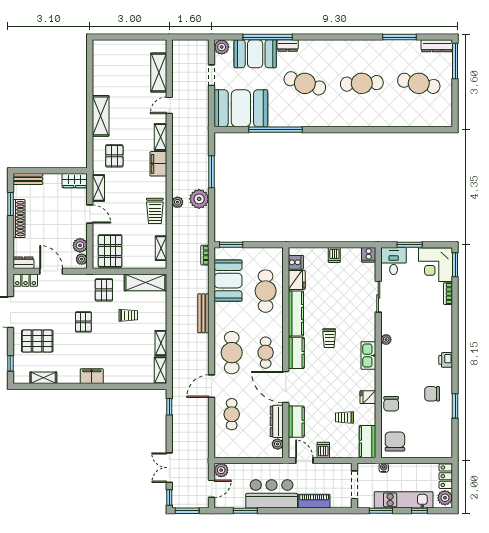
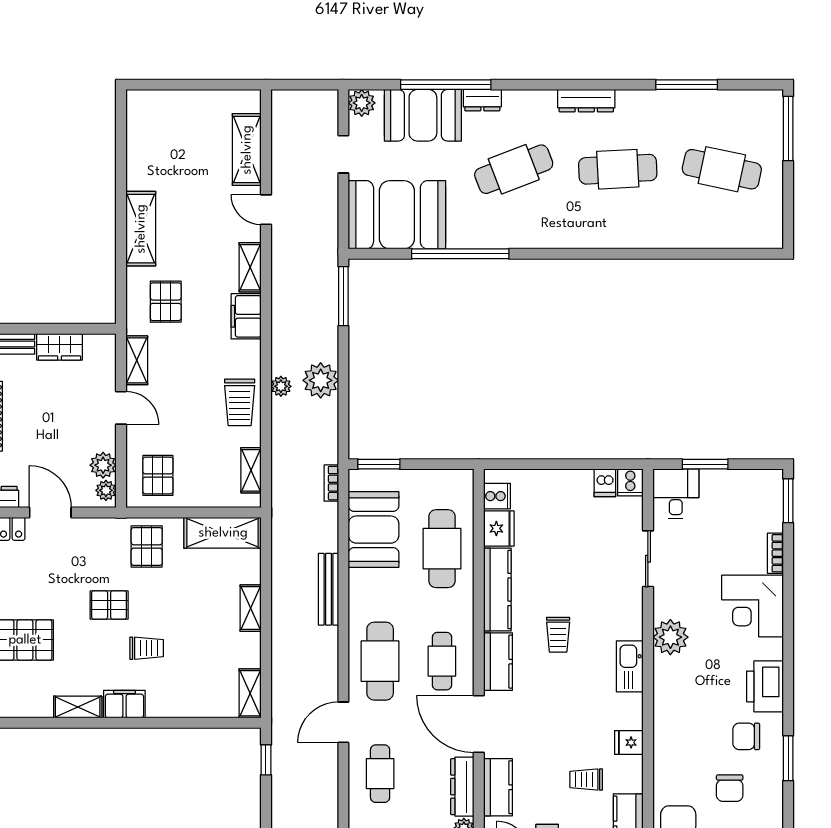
dresser: (437, 46) -> (586, 101), moved
cafe table: (305, 83) -> (514, 169), turned -39
door: (169, 105) -> (266, 210), hinge flipped
window: (212, 172) -> (343, 296), moved
wardrobe: (75, 181) -> (59, 347), moved
pallet: (110, 251) -> (158, 475), width x0.67, depth x0.71
dishwasher: (334, 255) -> (605, 483), moved
corner desk: (436, 265) -> (752, 606), moved
trolley: (128, 315) -> (147, 648), moved
pallet: (83, 322) -> (109, 605), turned 90
plant: (386, 340) -> (670, 637), width x1.87, depth x1.87
shelving: (161, 343) -> (251, 608), moved
printer: (446, 360) -> (765, 686), width x1.87, depth x1.48
shelving: (43, 378) -> (78, 707), moved
chair: (391, 404) -> (730, 788), moved

